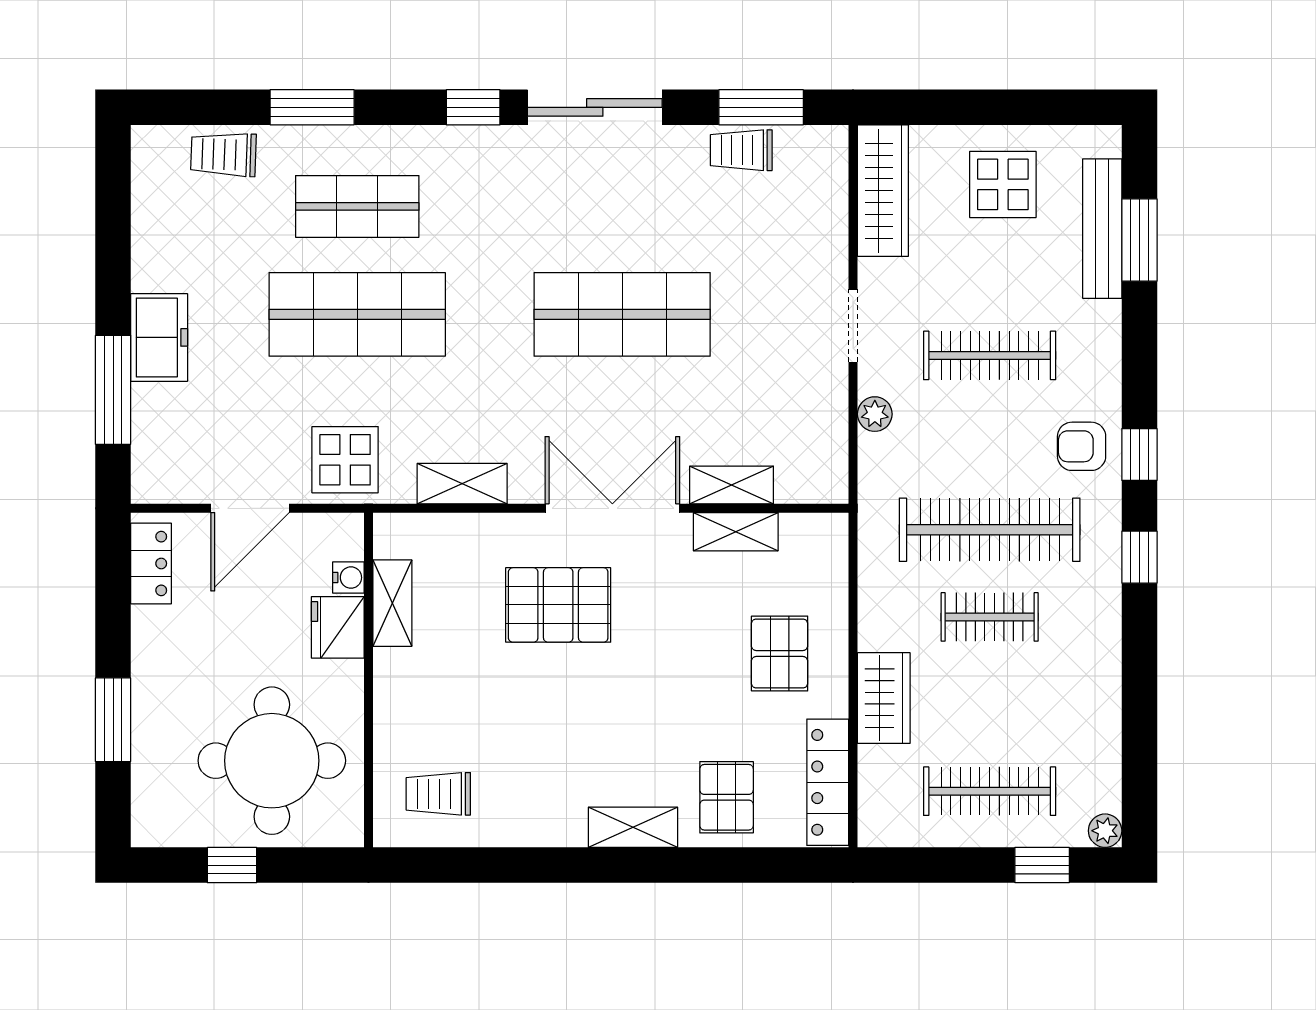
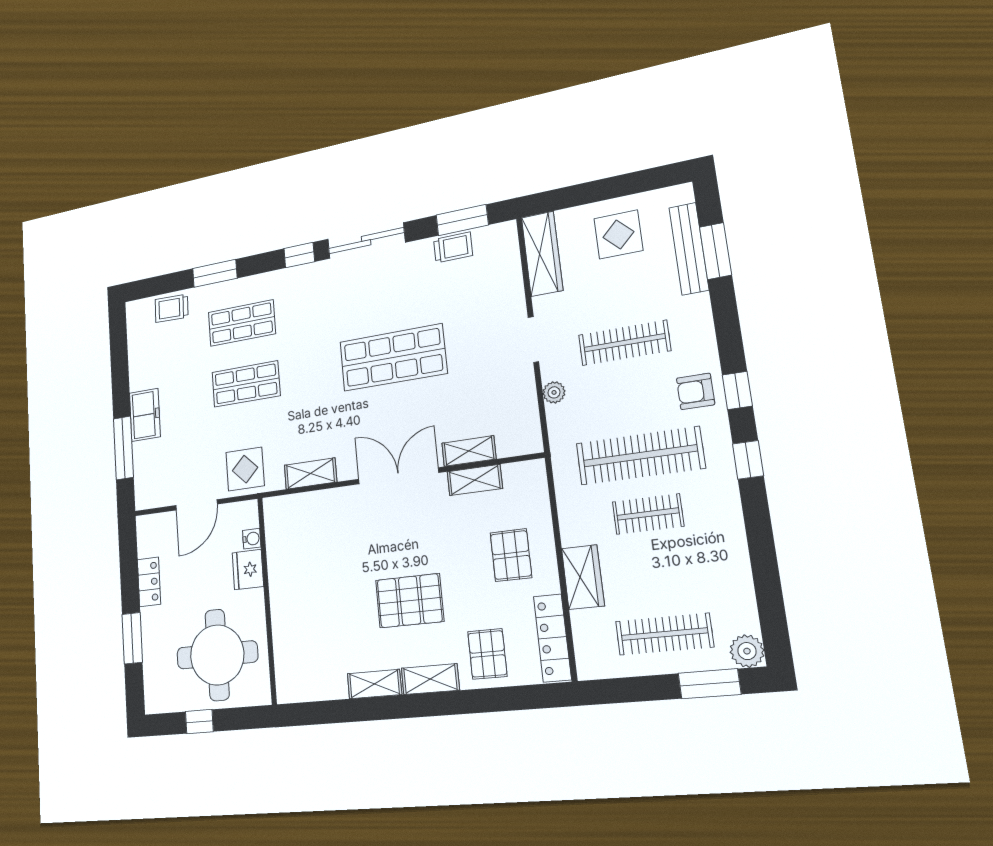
trolley: (741, 150) -> (453, 247), turned 180
shop shelf: (357, 314) -> (246, 384), width x0.70, depth x0.74
locker: (151, 563) -> (149, 582), moved
shelving: (392, 603) -> (374, 684), moved, turned 90
pallet: (558, 605) -> (410, 601), moved
trolley: (438, 794) -> (312, 667), removed
plant: (1105, 831) -> (747, 651), width x1.38, depth x1.38
window: (1042, 865) -> (709, 684), width x1.50

